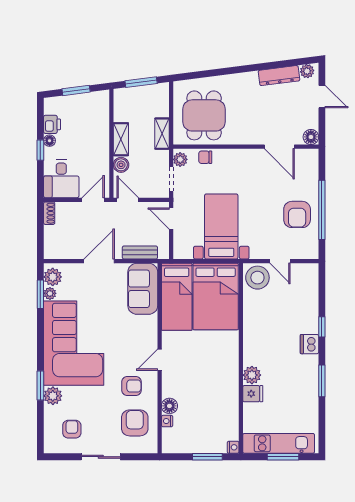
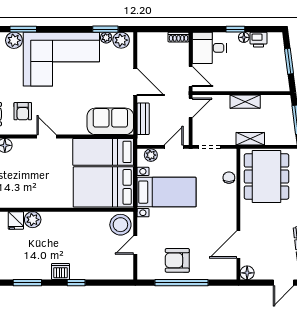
dining table: (204, 115) -> (267, 177), width x1.38
plant: (180, 159) -> (151, 155), moved
boiler: (121, 165) -> (222, 102), removed

